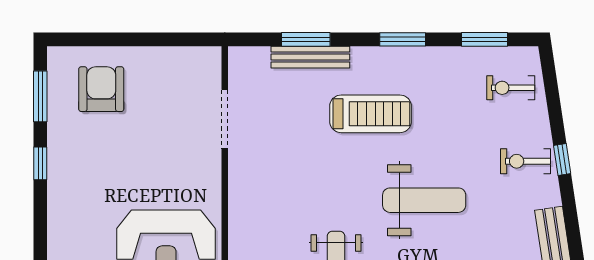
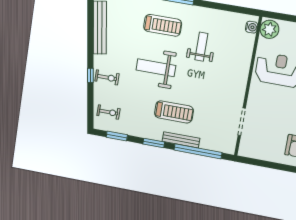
window: (306, 39) -> (198, 151), width x2.11
bench: (310, 57) -> (181, 140), moved
treadmill: (371, 114) -> (174, 112), turned 180

